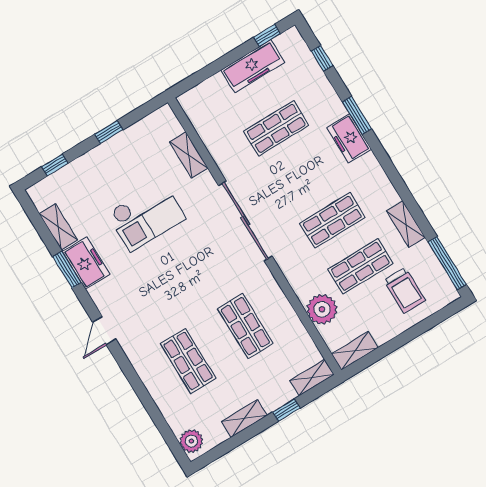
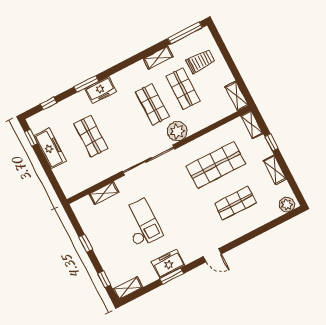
shelving: (58, 227) -> (128, 288), moved
plant: (322, 309) -> (177, 131), moved
shop shelf: (245, 326) -> (216, 165), width x1.43, depth x1.36

